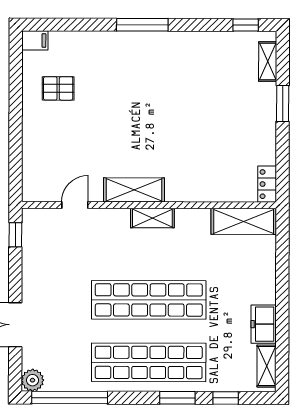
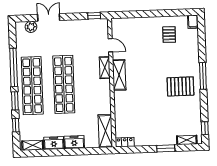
pallet: (162, 70) -> (180, 86), added
shelving: (152, 218) -> (105, 68), moved
freezer: (264, 284) -> (74, 142), added
plant: (33, 380) -> (31, 27), moved
window: (70, 398) -> (14, 67), moved

